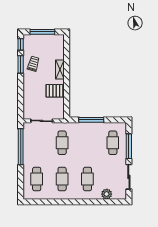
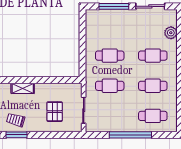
pallet: (54, 91) -> (55, 112), moved
window: (91, 120) -> (82, 51), removed
cafe table: (113, 143) -> (110, 56), moved
window: (21, 147) -> (130, 135), moved

